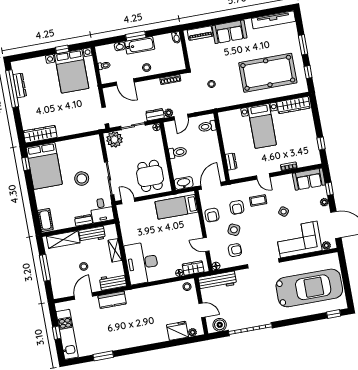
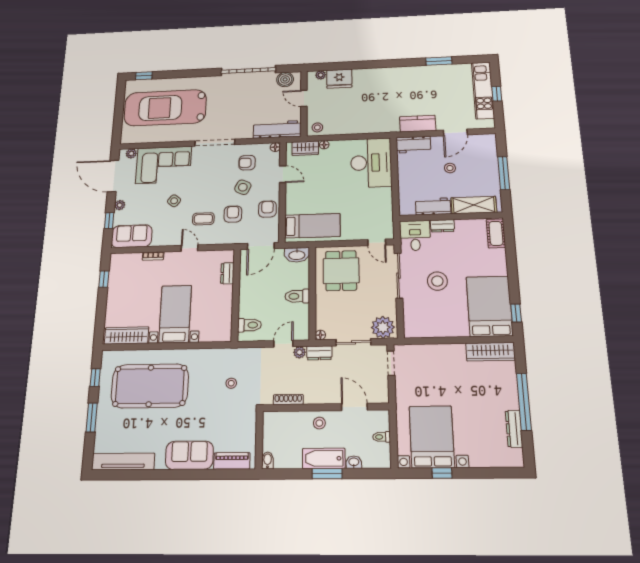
window: (12, 89) -> (524, 402), moved
shelving: (115, 250) -> (405, 182), removed

